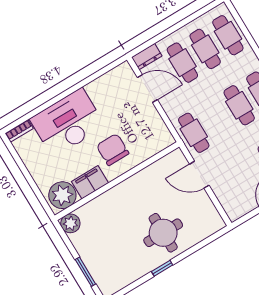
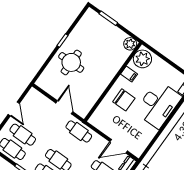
door: (199, 175) -> (64, 107), hinge flipped
filing cabinet: (90, 182) -> (129, 74), width x0.50

